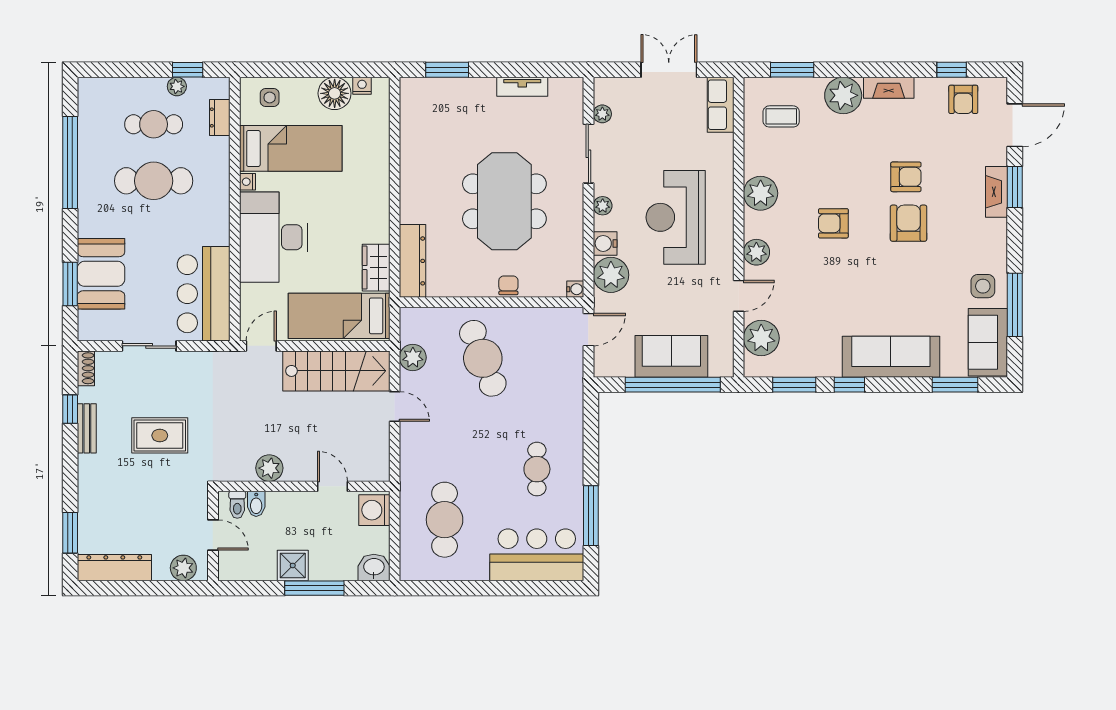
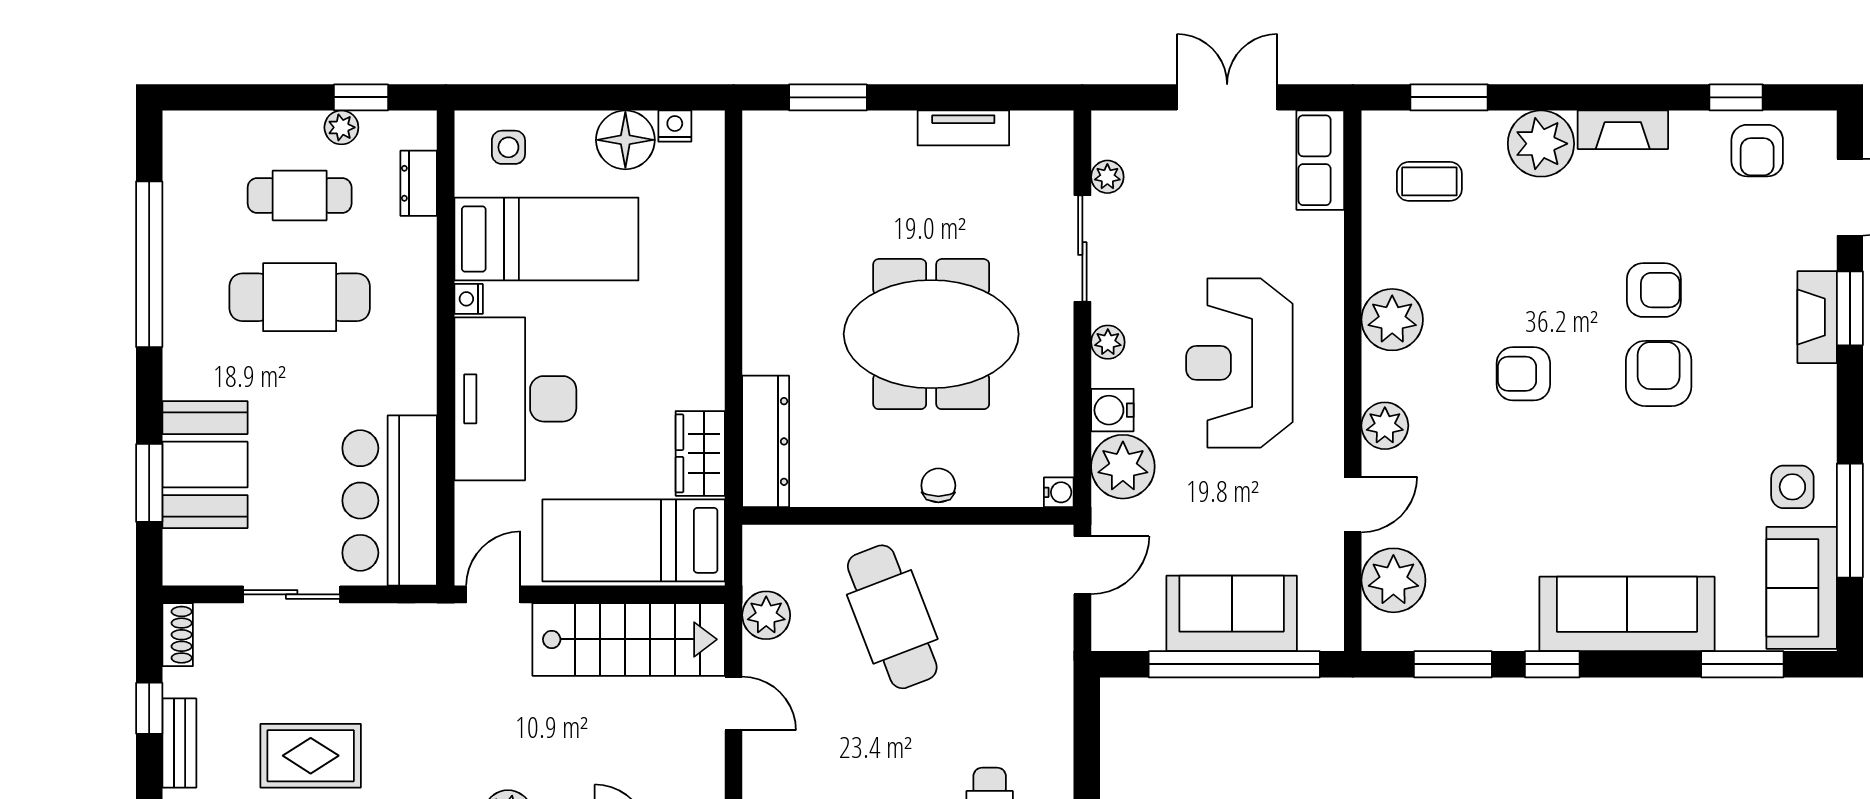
meeting table: (504, 201) -> (931, 334), turned 90

